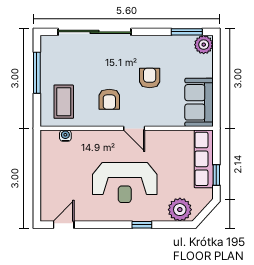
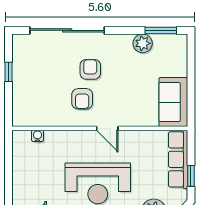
plant: (204, 45) -> (143, 43), moved
window: (37, 73) -> (9, 72), width x0.46
armchair: (150, 78) -> (90, 69), moved
coffee table: (64, 102) -> (36, 101), removed

